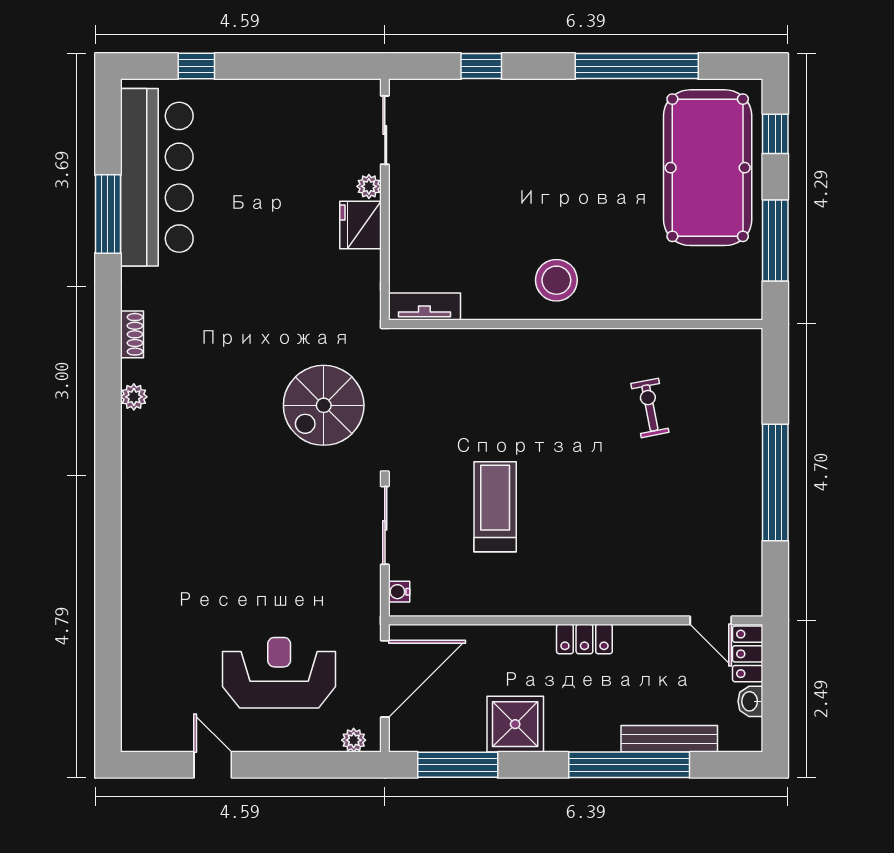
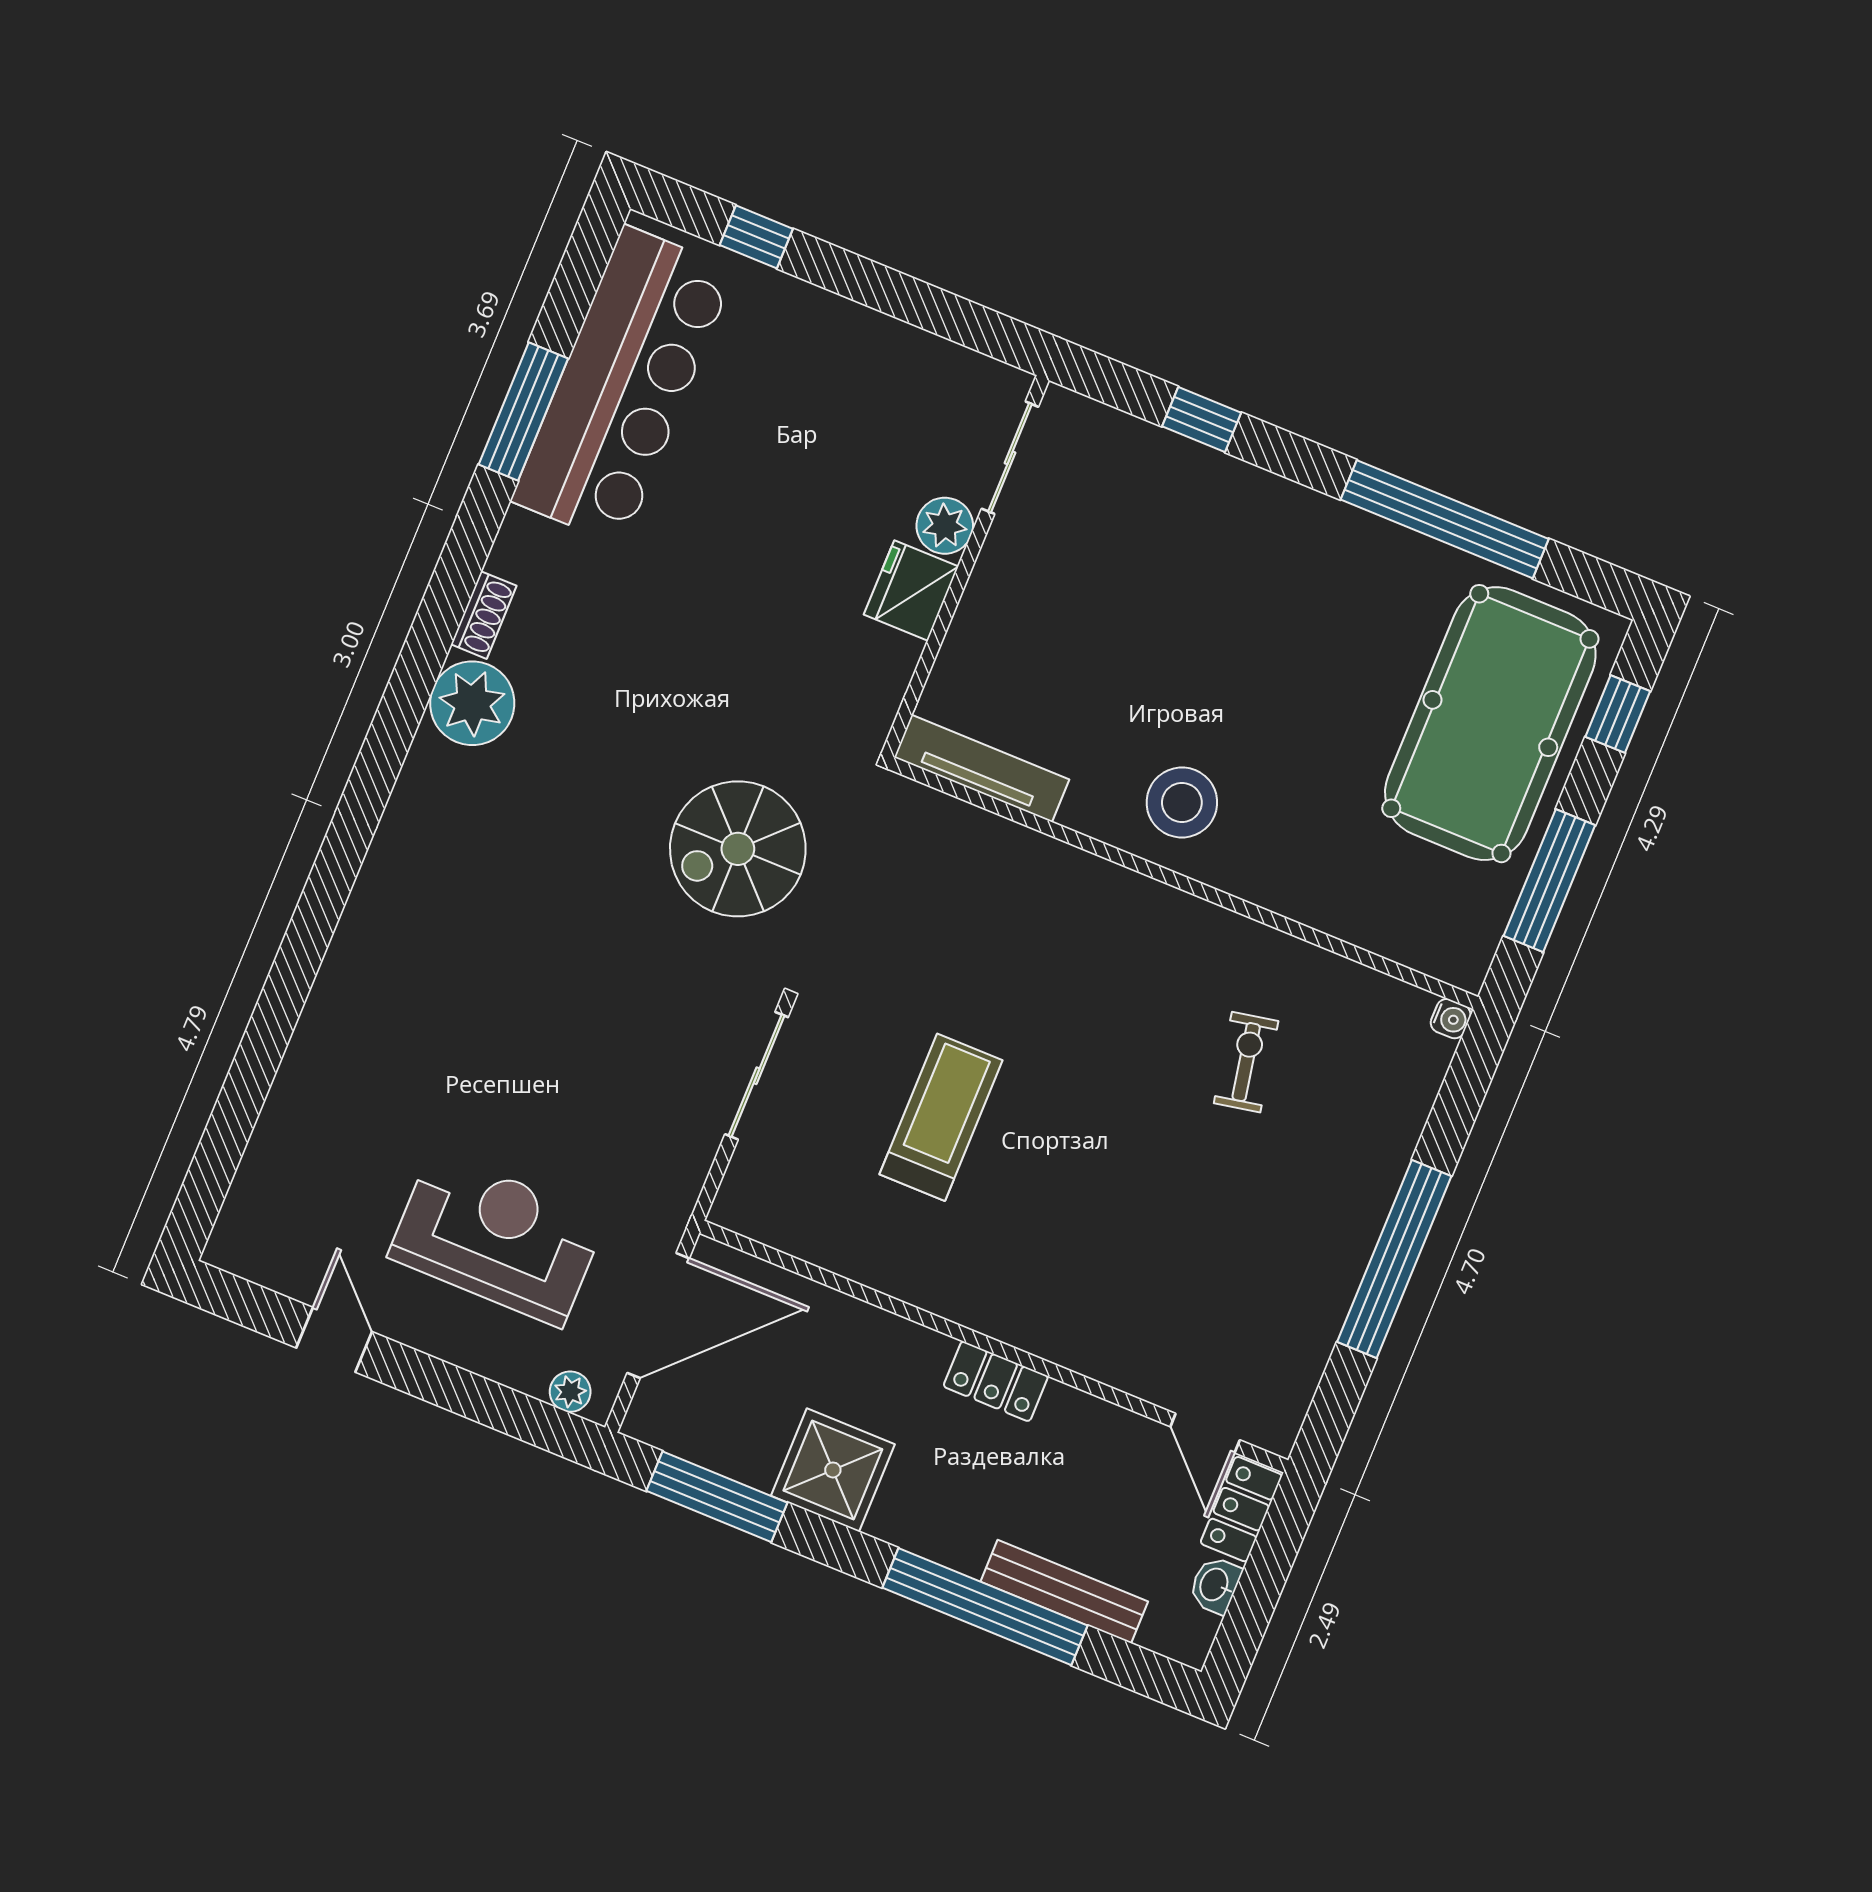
plant: (369, 186) -> (945, 526), width x1.38, depth x1.38
tv unit: (424, 307) -> (982, 768), width x1.41
plant: (134, 397) -> (472, 703), width x1.87, depth x1.87
water cooler: (399, 592) -> (1451, 1019), moved, turned 180

